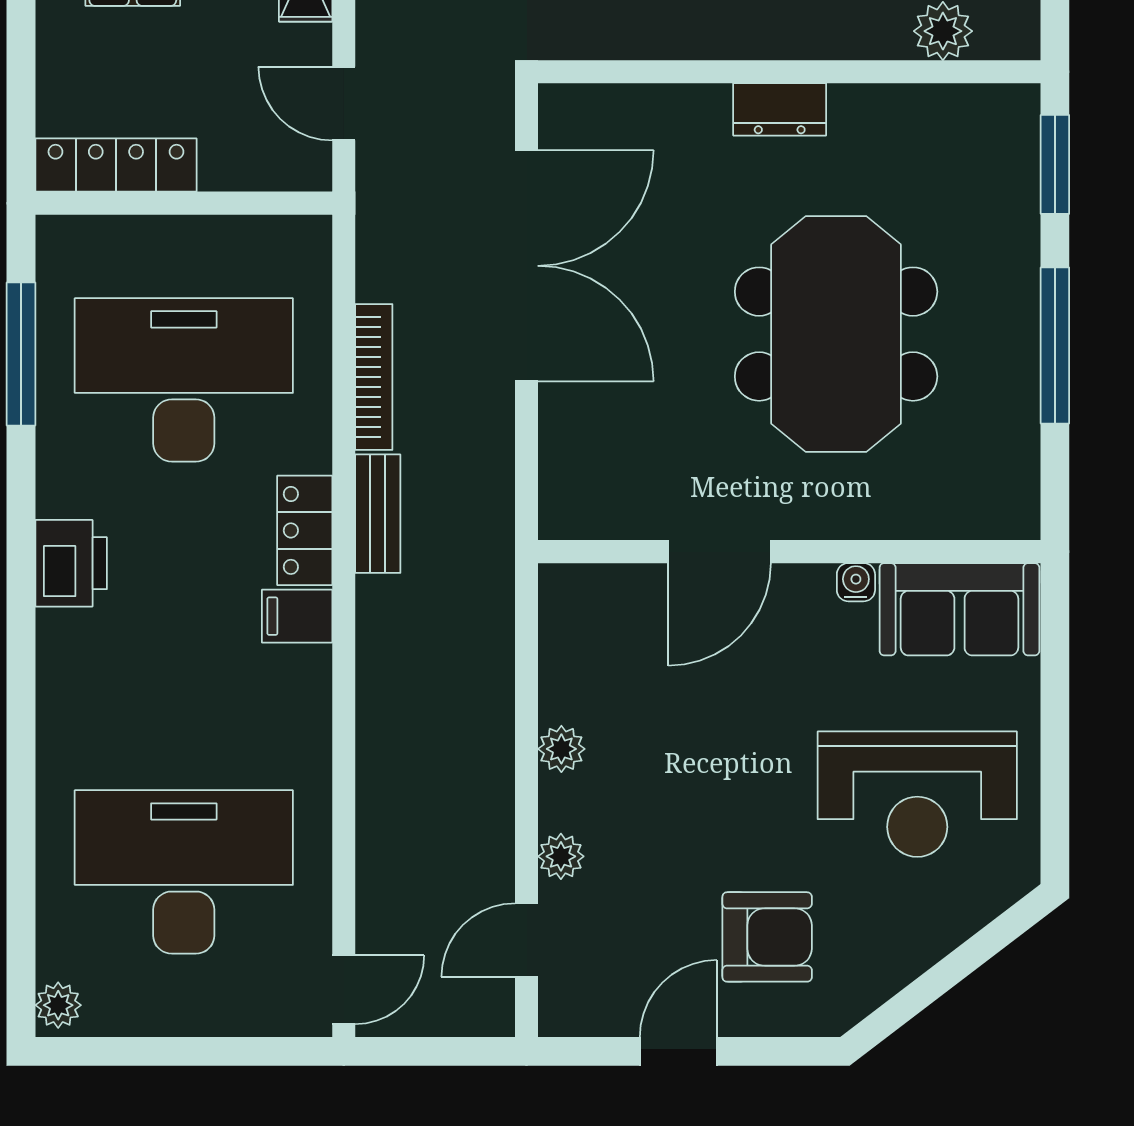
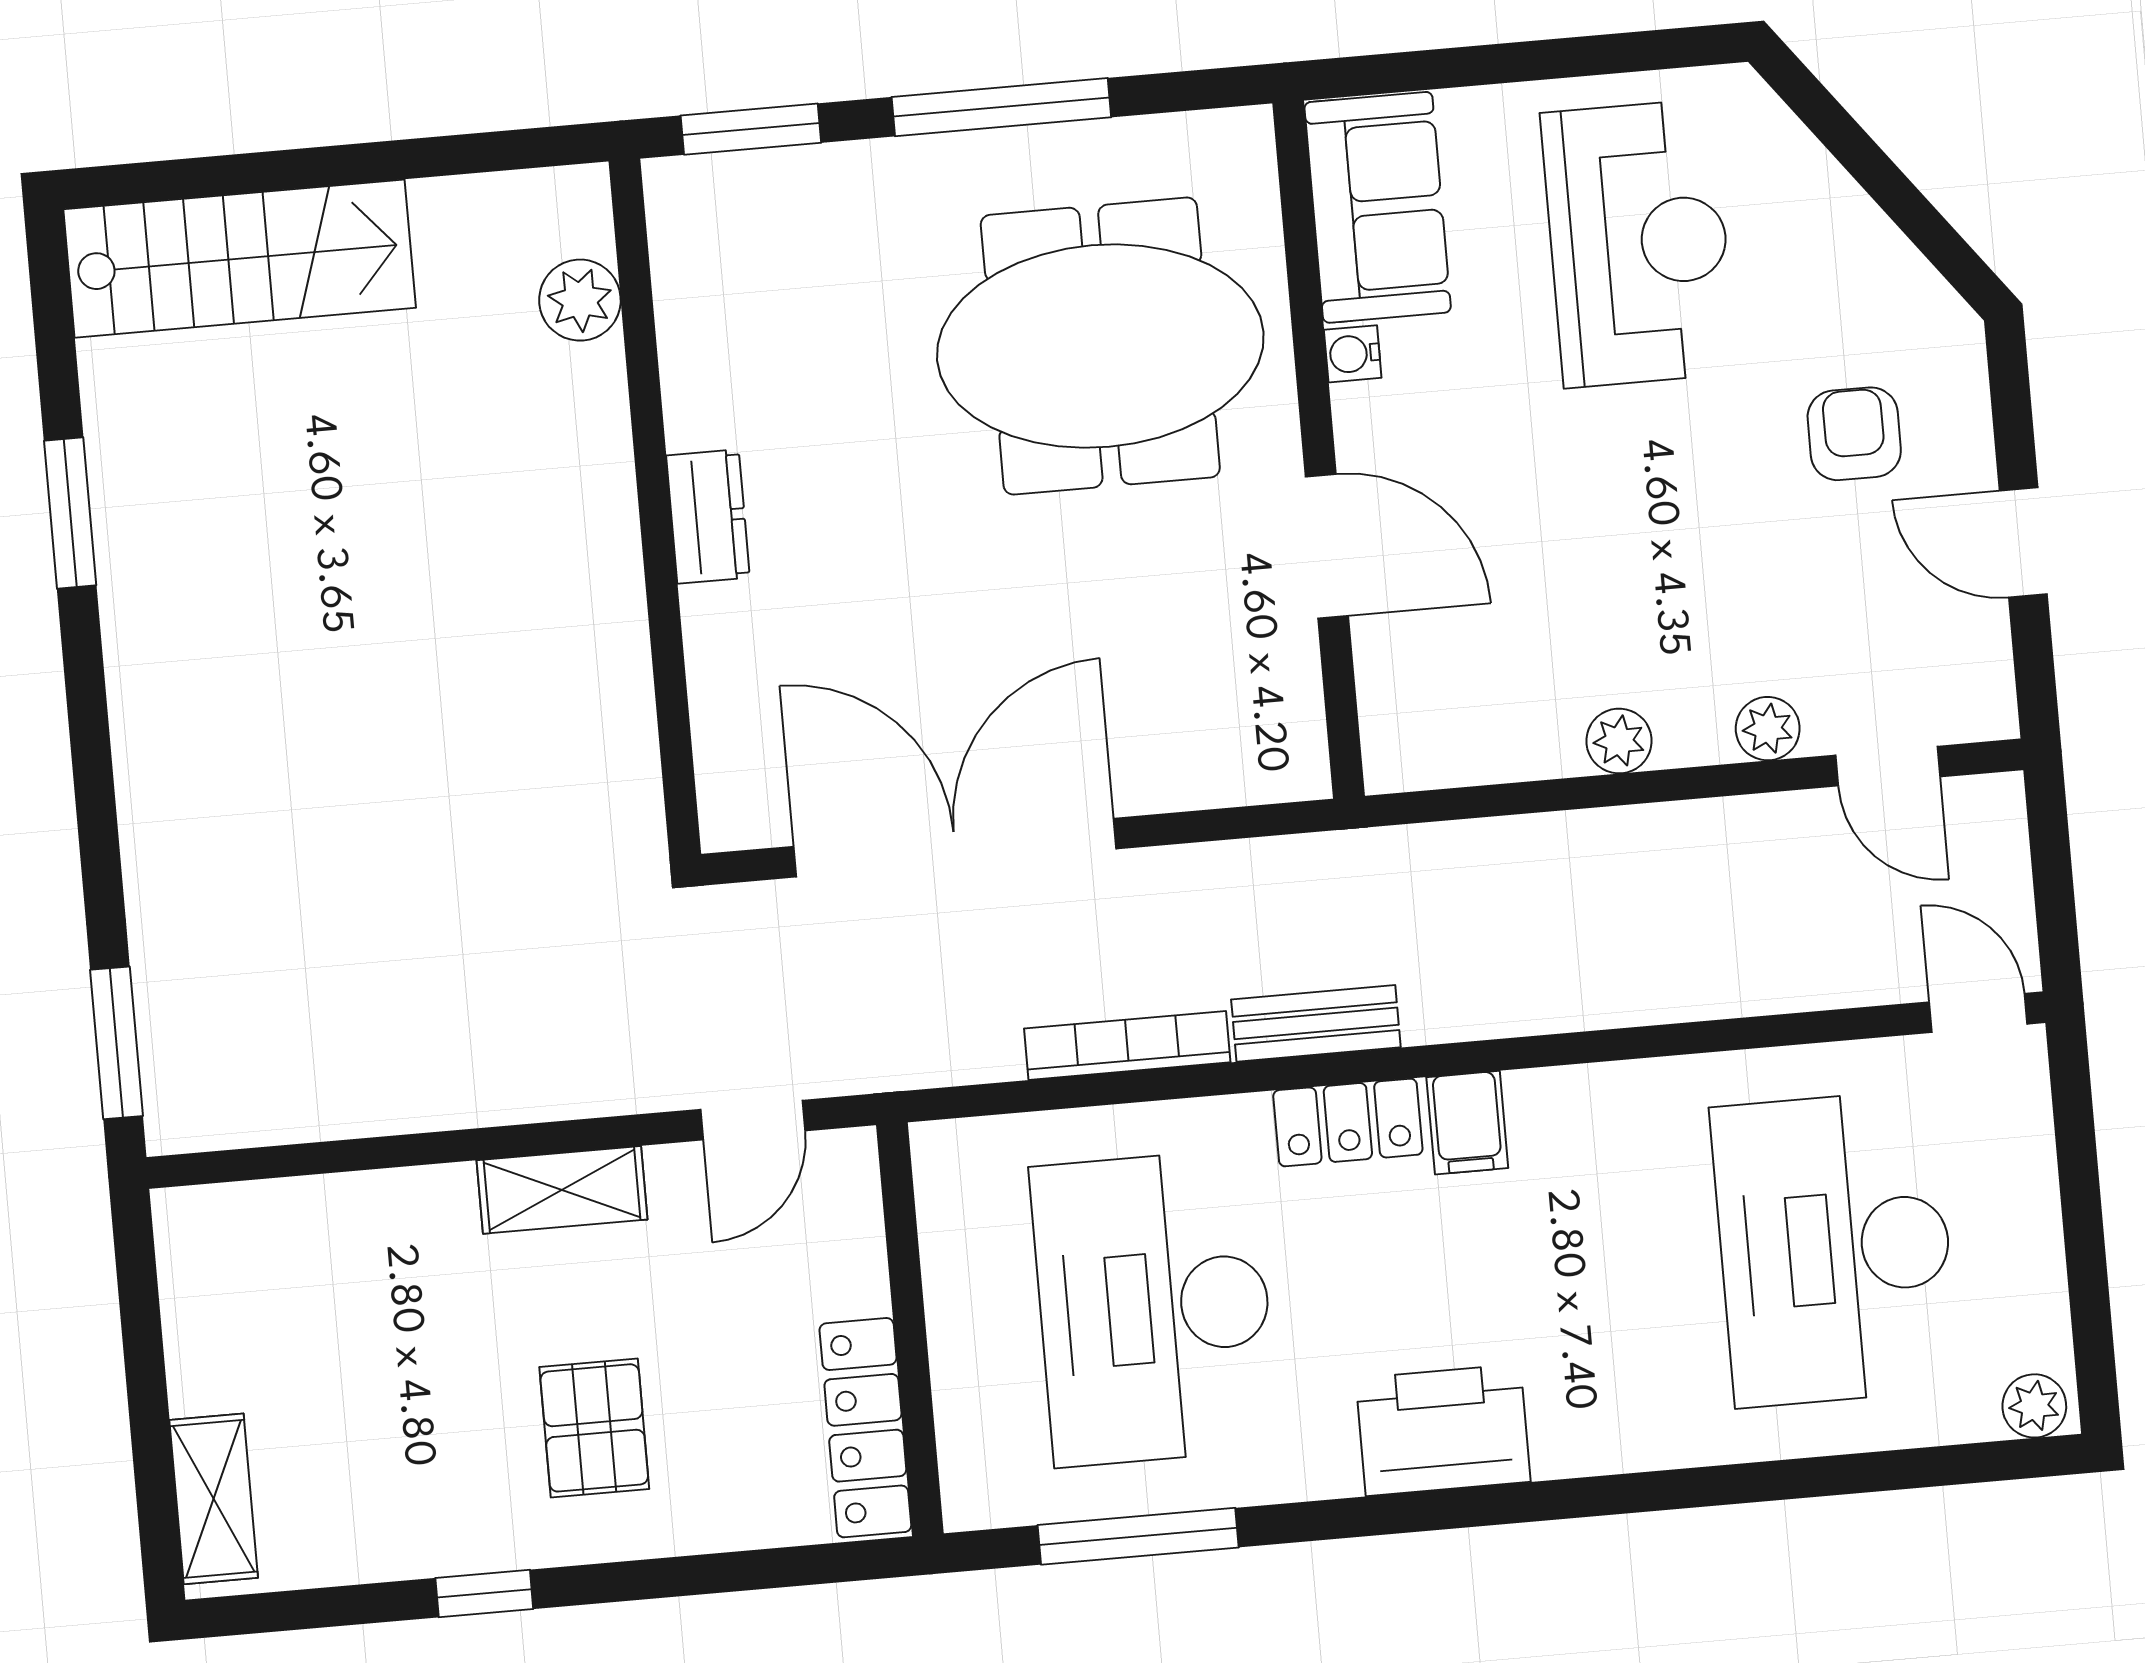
meeting table: (836, 334) -> (1100, 346), moved
printer: (71, 563) -> (1443, 1430), width x1.37, depth x1.19
armchair: (767, 937) -> (1854, 434), width x0.72, depth x0.72

